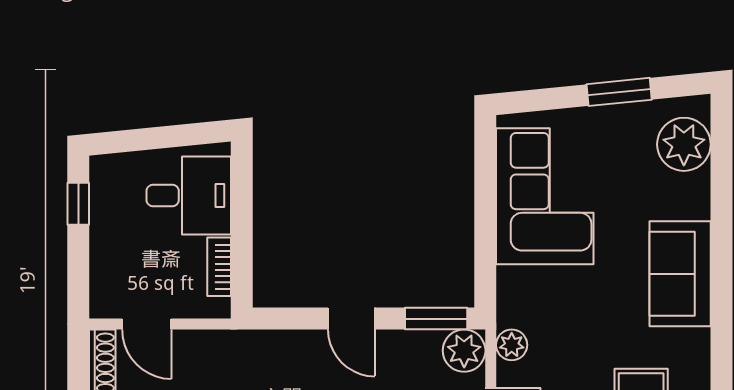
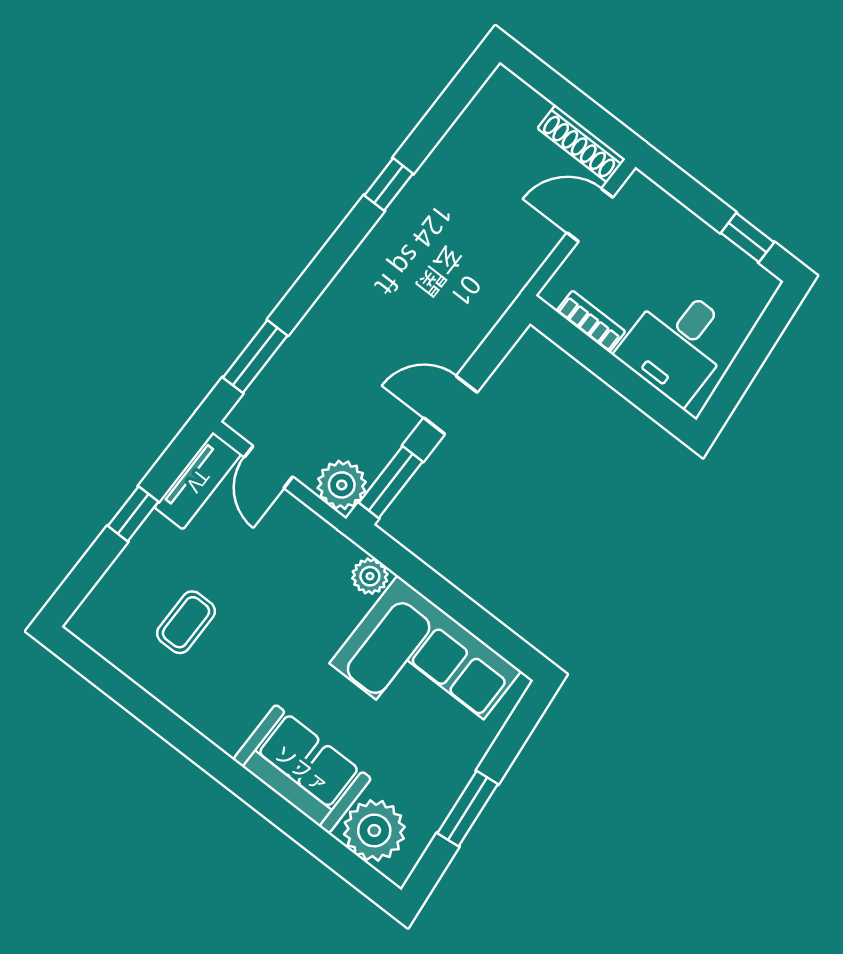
sofa: (680, 274) -> (302, 769), moved
plant: (512, 345) -> (370, 576), moved

